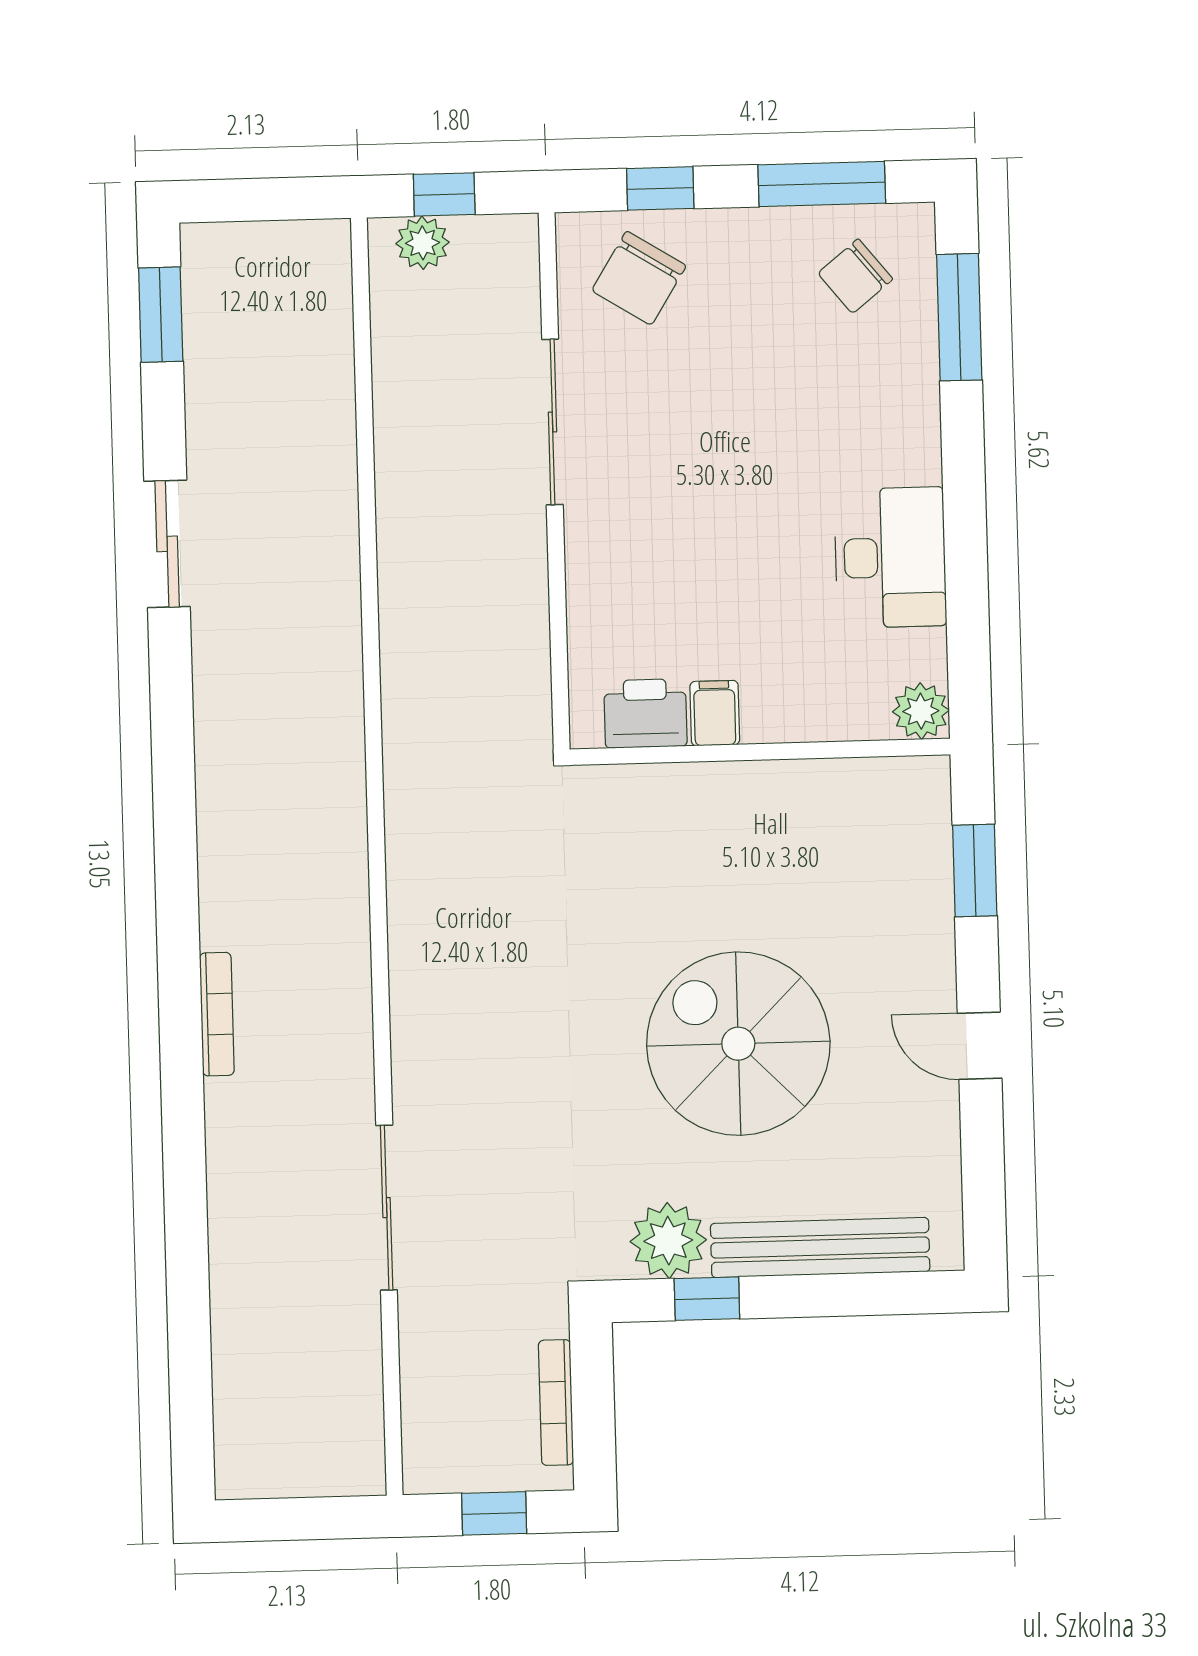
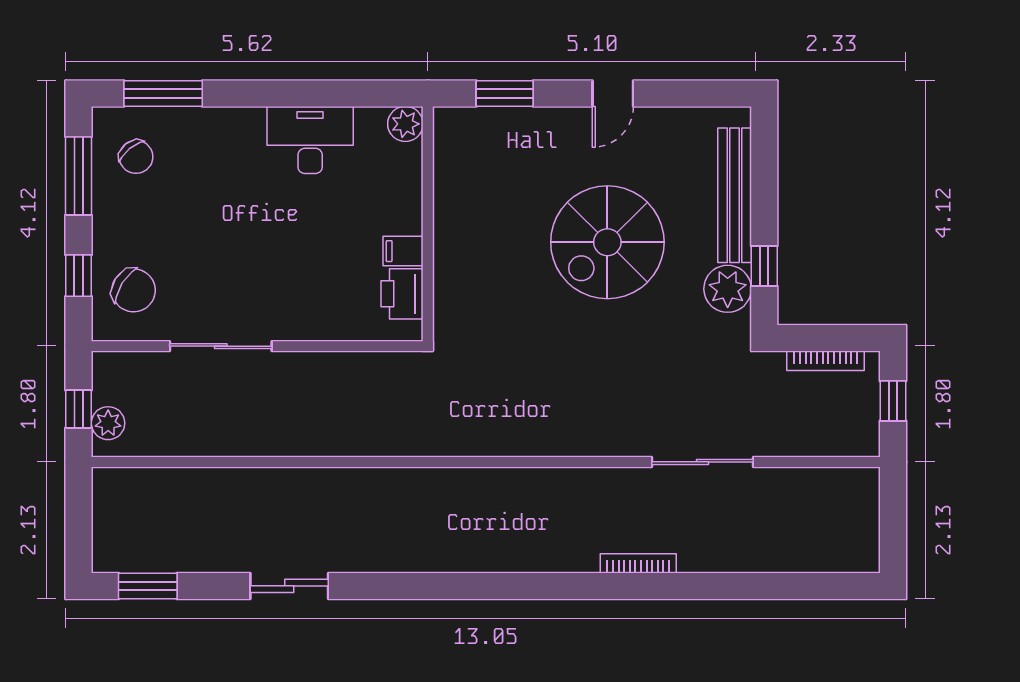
bookcase: (217, 1014) -> (638, 563), moved

